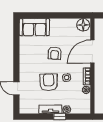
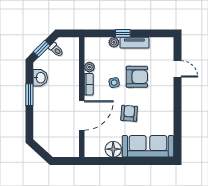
floor lamp: (83, 25) -> (113, 149), moved
sofa: (34, 27) -> (148, 146), width x1.36
armchair: (49, 82) -> (137, 77), turned -90

